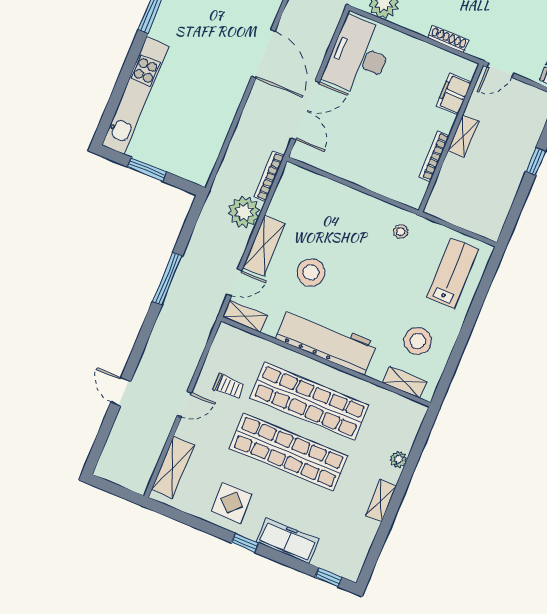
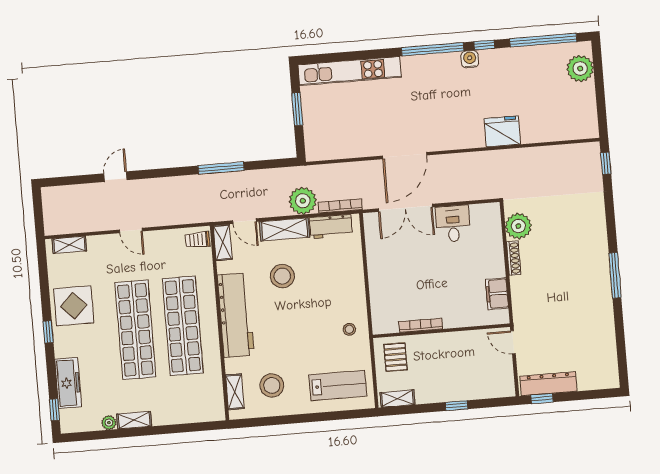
shoe rack: (448, 39) -> (514, 258), moved
door: (263, 54) -> (405, 156), moved
desk: (359, 56) -> (453, 224), width x0.53, depth x0.77
filing cabinet: (454, 94) -> (497, 294), moved, turned -90
shelving: (463, 136) -> (398, 399), moved
workbench: (285, 196) -> (331, 227), added
pallet: (454, 199) -> (395, 357), added
trolley: (229, 386) -> (198, 240), moved, turned 90
plant: (399, 459) -> (109, 423), moved
shelving: (173, 467) -> (69, 245), width x0.67, depth x0.75
display table: (232, 503) -> (74, 306), width x1.36, depth x1.36
freezer: (288, 541) -> (68, 383), moved

